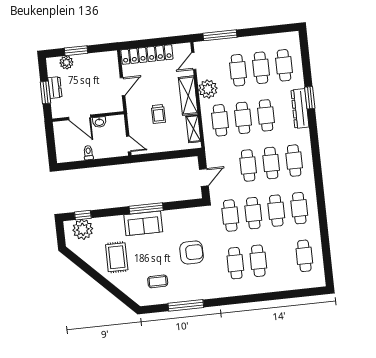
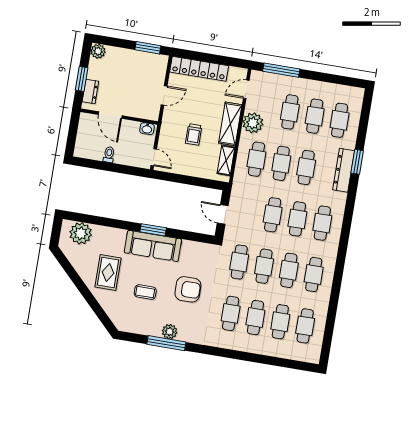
window: (76, 51) -> (148, 48), moved
plant: (66, 62) -> (98, 51), moved
dresser: (55, 88) -> (90, 91), moved
washbasin: (99, 122) -> (147, 129), moved
door: (204, 178) -> (223, 214), swing flipped
window: (146, 208) -> (153, 230), width x0.69
window: (83, 215) -> (85, 218), removed
sofa: (143, 223) -> (153, 246), width x1.36
cafe table: (281, 258) -> (280, 322), added
coffee table: (158, 281) -> (145, 292), moved
plant: (186, 294) -> (170, 332), added

